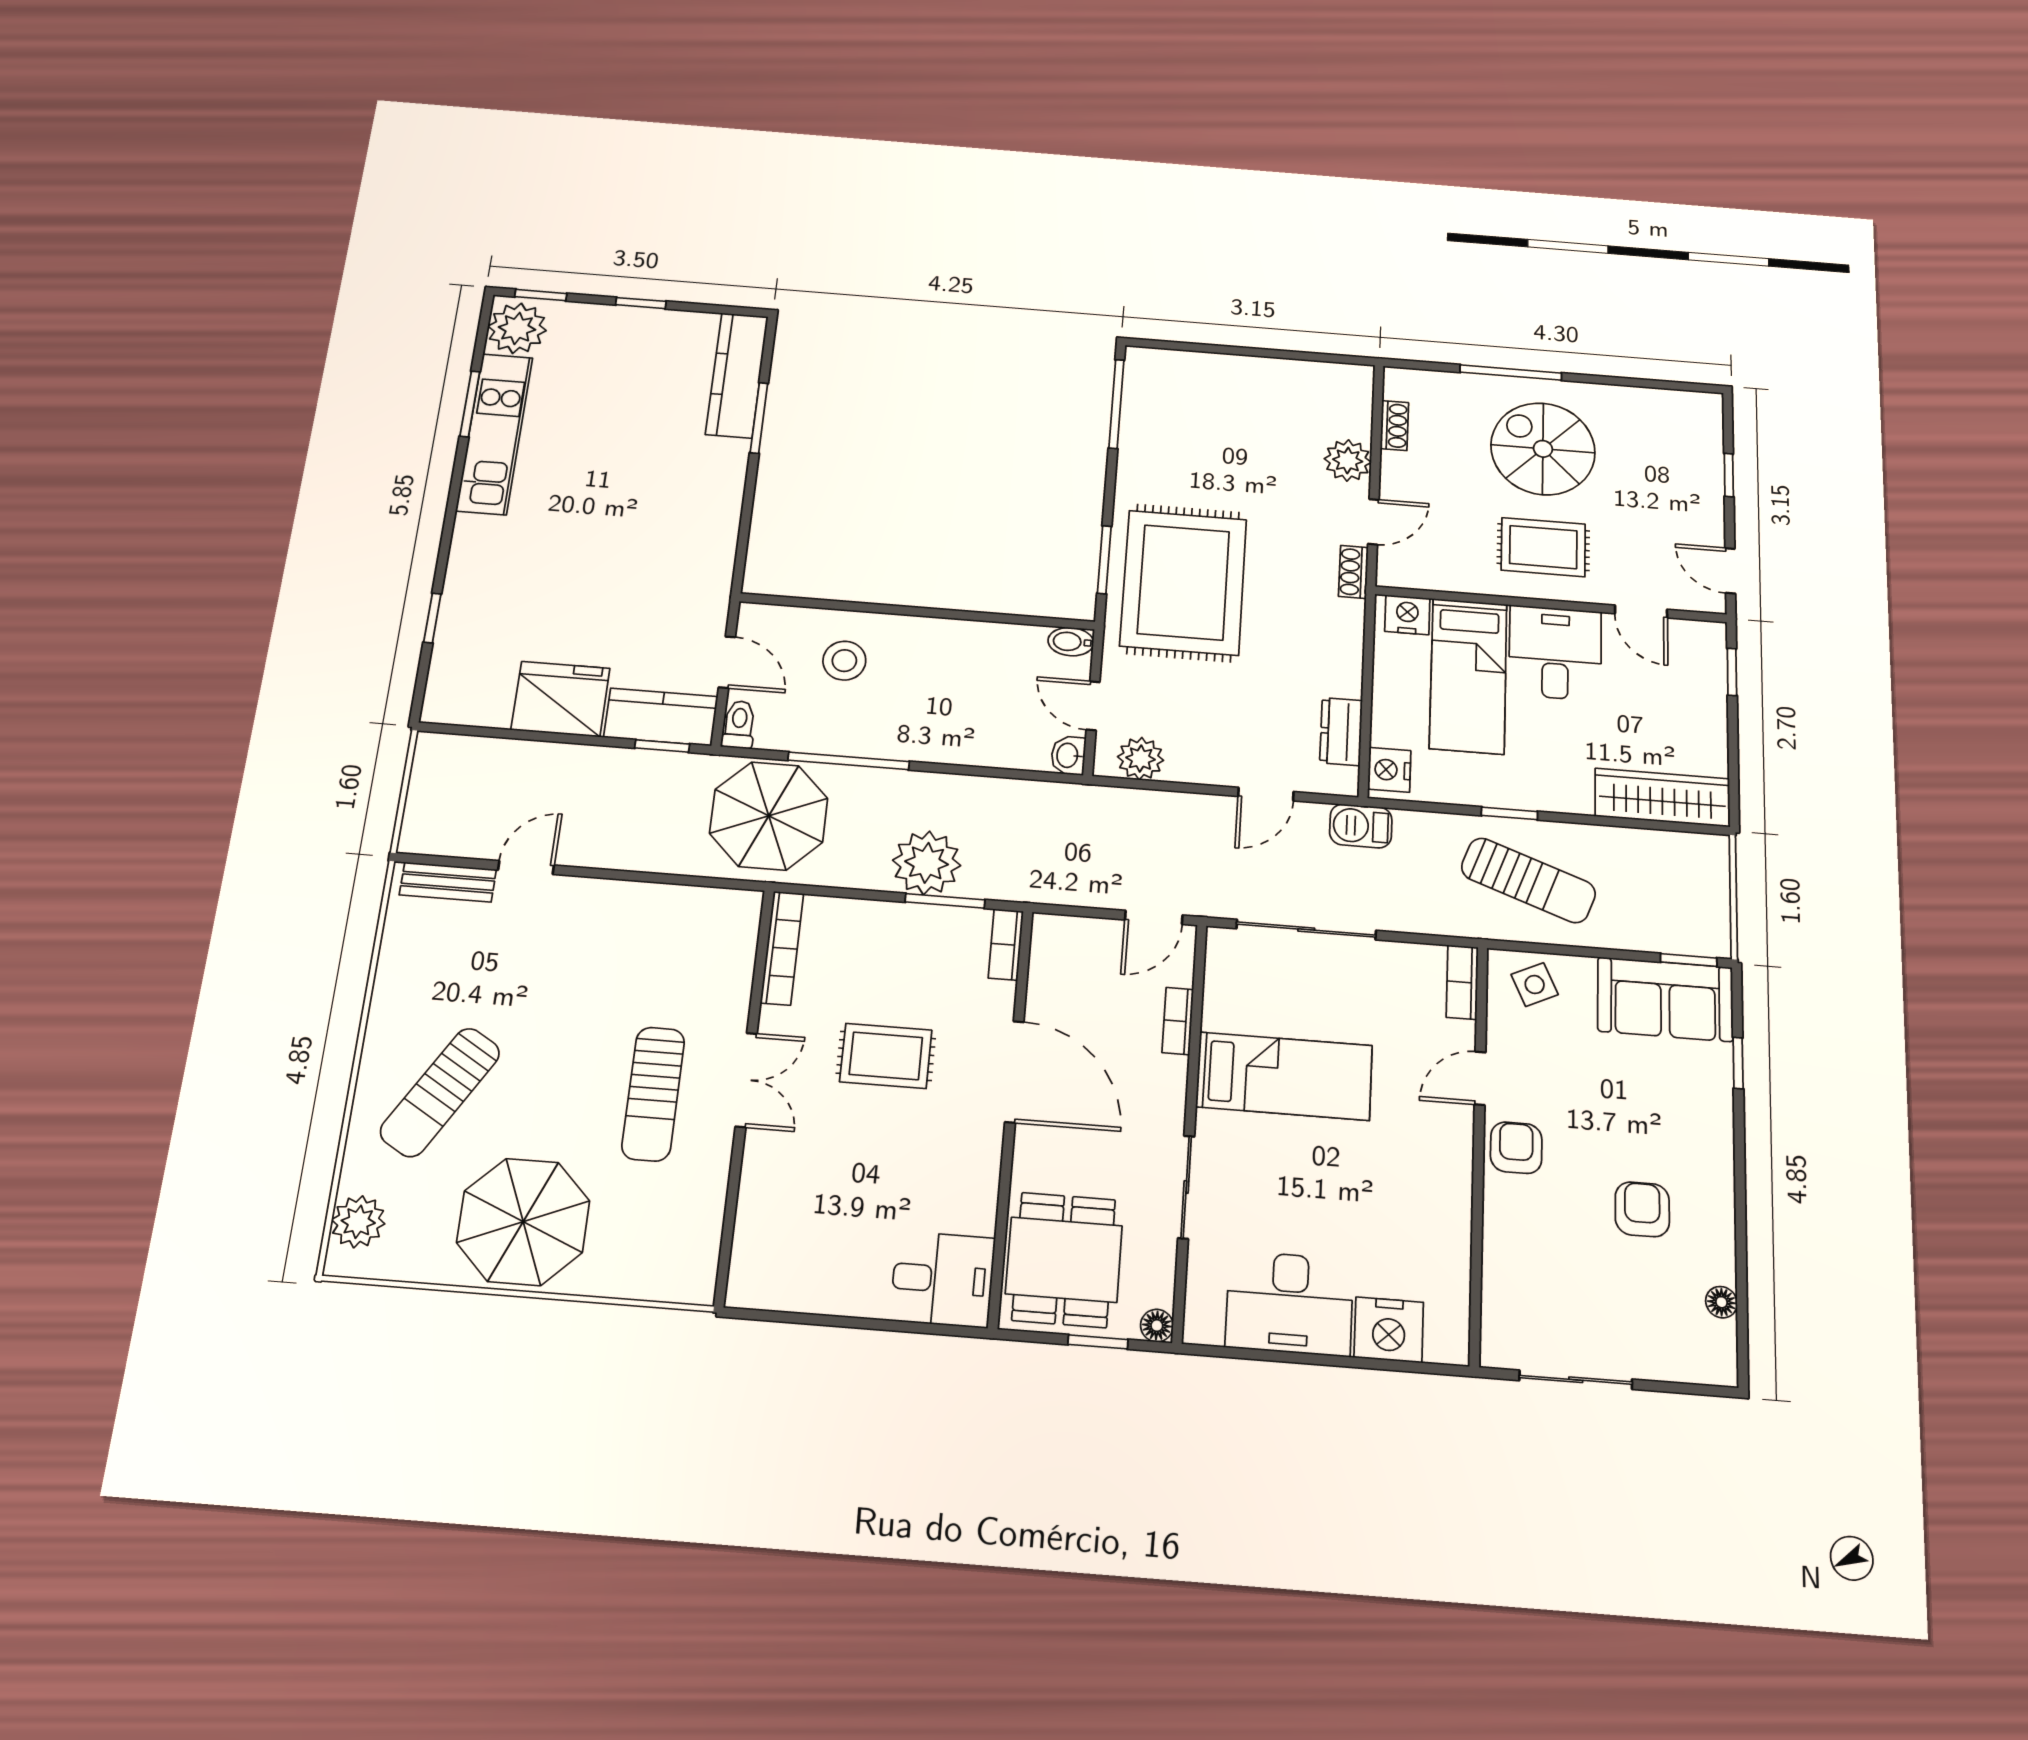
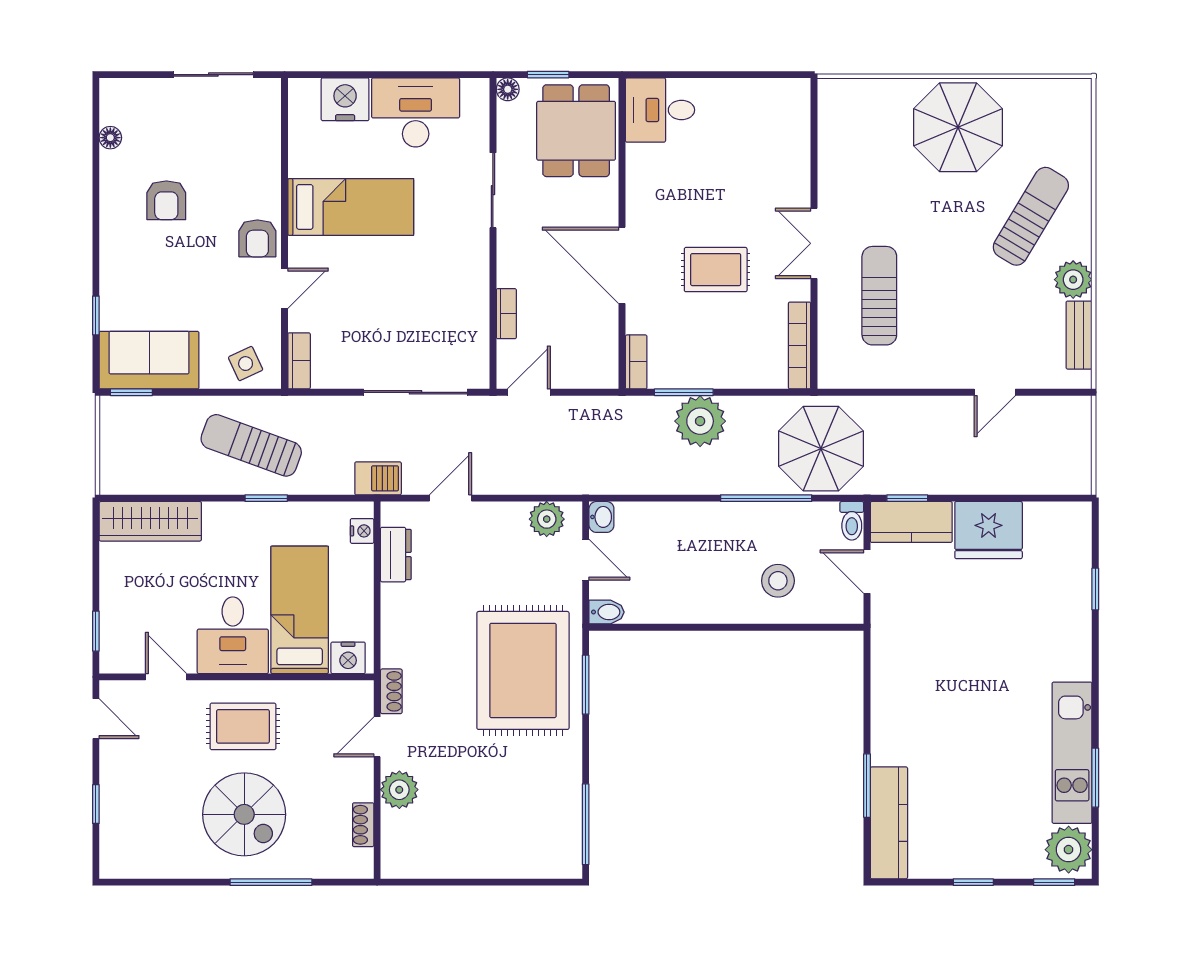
nightstand: (1389, 770) -> (362, 531), width x0.72, depth x0.74
bench: (448, 882) -> (1079, 335), moved, turned 90
bed: (1284, 1076) -> (351, 207), moved, turned 180
sun lounger: (653, 1094) -> (879, 296), moved
plant: (358, 1222) -> (1073, 280), moved

